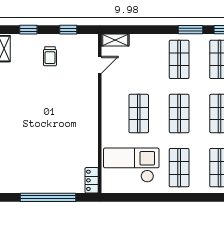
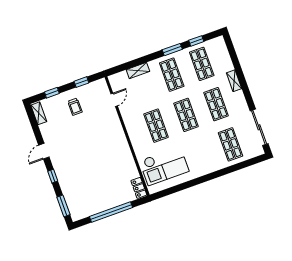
shelving: (115, 40) -> (138, 71), moved
checkout: (131, 165) -> (164, 166), turned 180
shop shelf: (179, 168) -> (200, 155), removed

